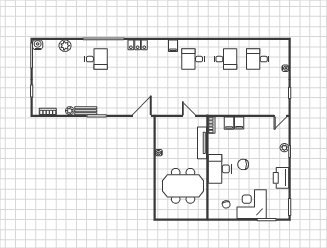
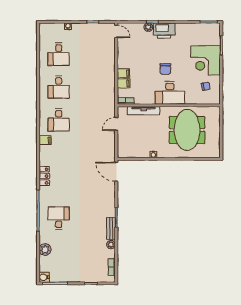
desk: (225, 59) -> (59, 87), turned 180
printer: (281, 178) -> (164, 31), moved

